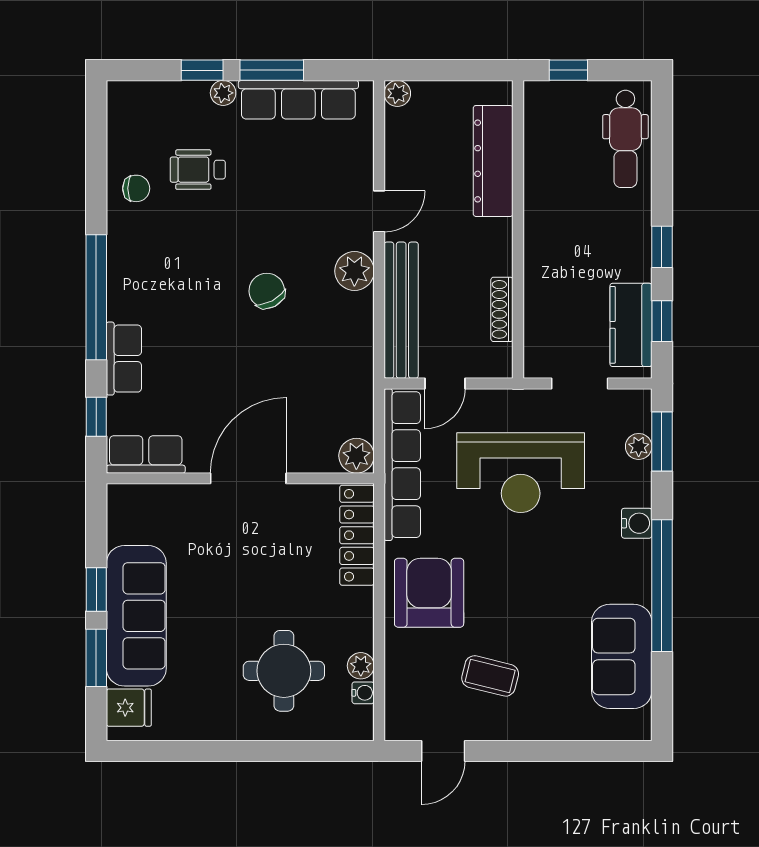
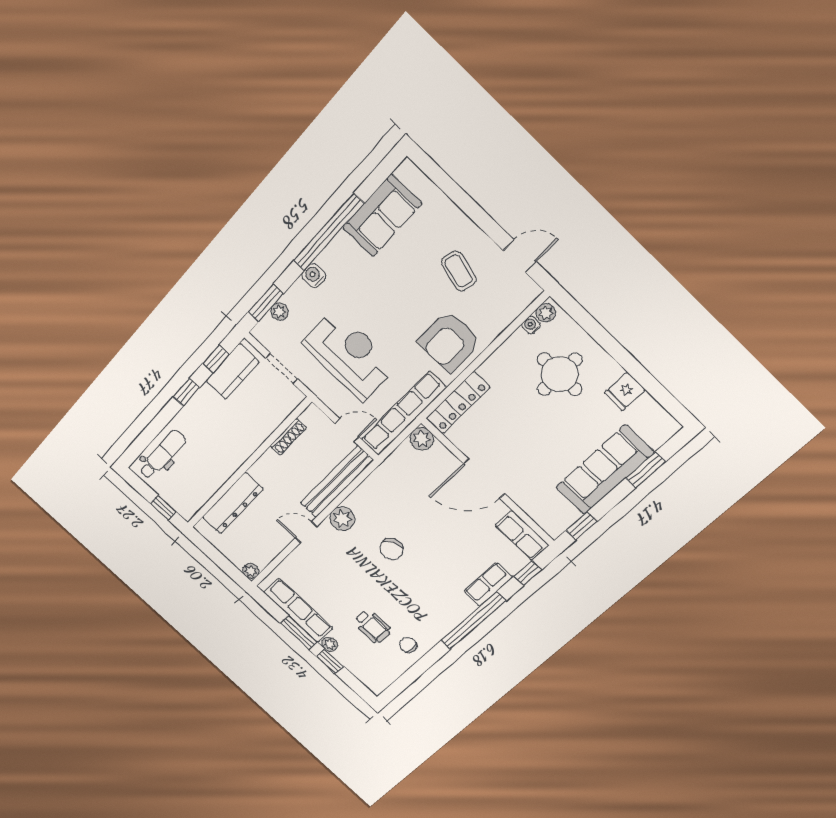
window: (96, 590) -> (582, 526), moved
plant: (361, 666) -> (546, 313), moved
fridge: (129, 708) -> (625, 391), moved, turned -90

